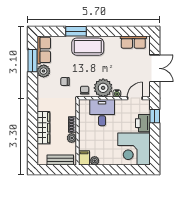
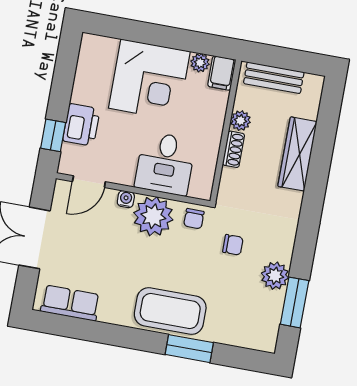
row of seats: (44, 50) -> (266, 321), removed
corner desk: (134, 149) -> (149, 80), moved, turned 90

